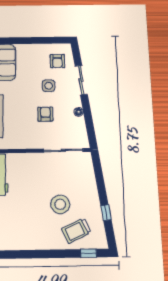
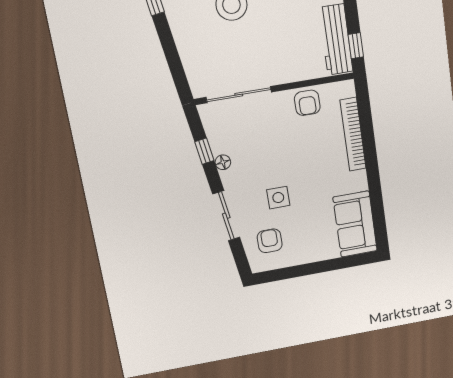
armchair: (45, 114) -> (307, 103), moved
window: (89, 120) -> (204, 151), added

